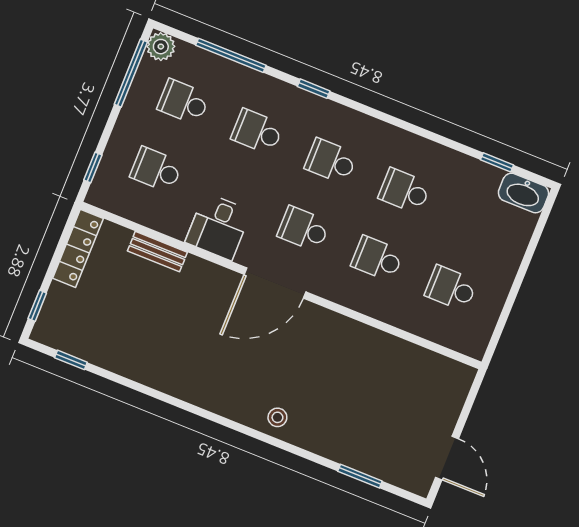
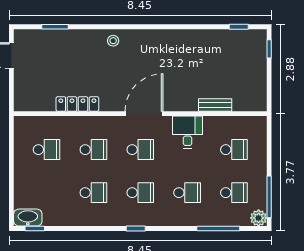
window: (314, 89) -> (136, 229), moved
window: (497, 162) -> (35, 229), moved
window: (93, 167) -> (269, 137), removed
locker: (78, 248) -> (77, 104), moved, turned 90

